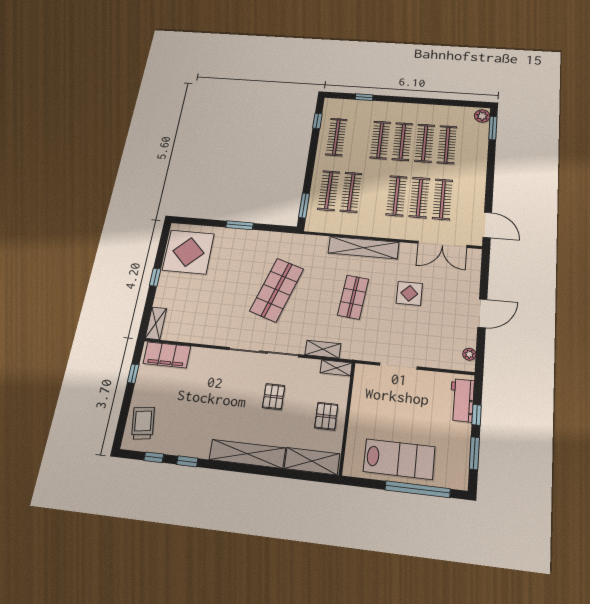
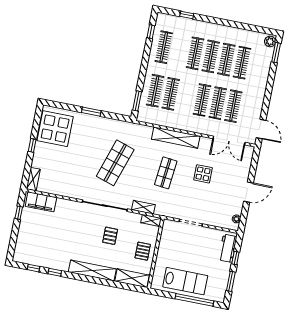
trolley: (143, 423) -> (26, 246), removed

